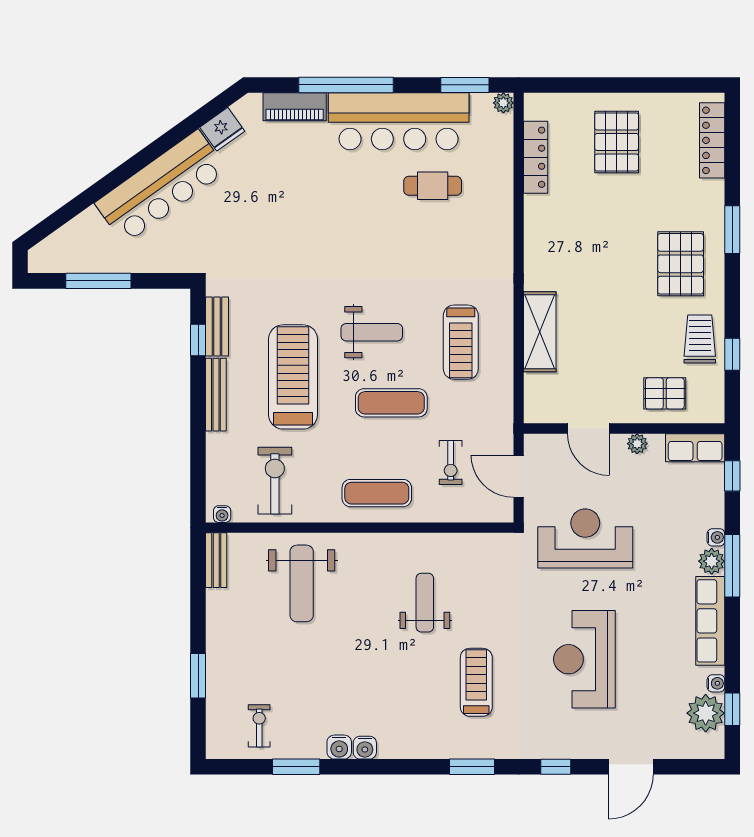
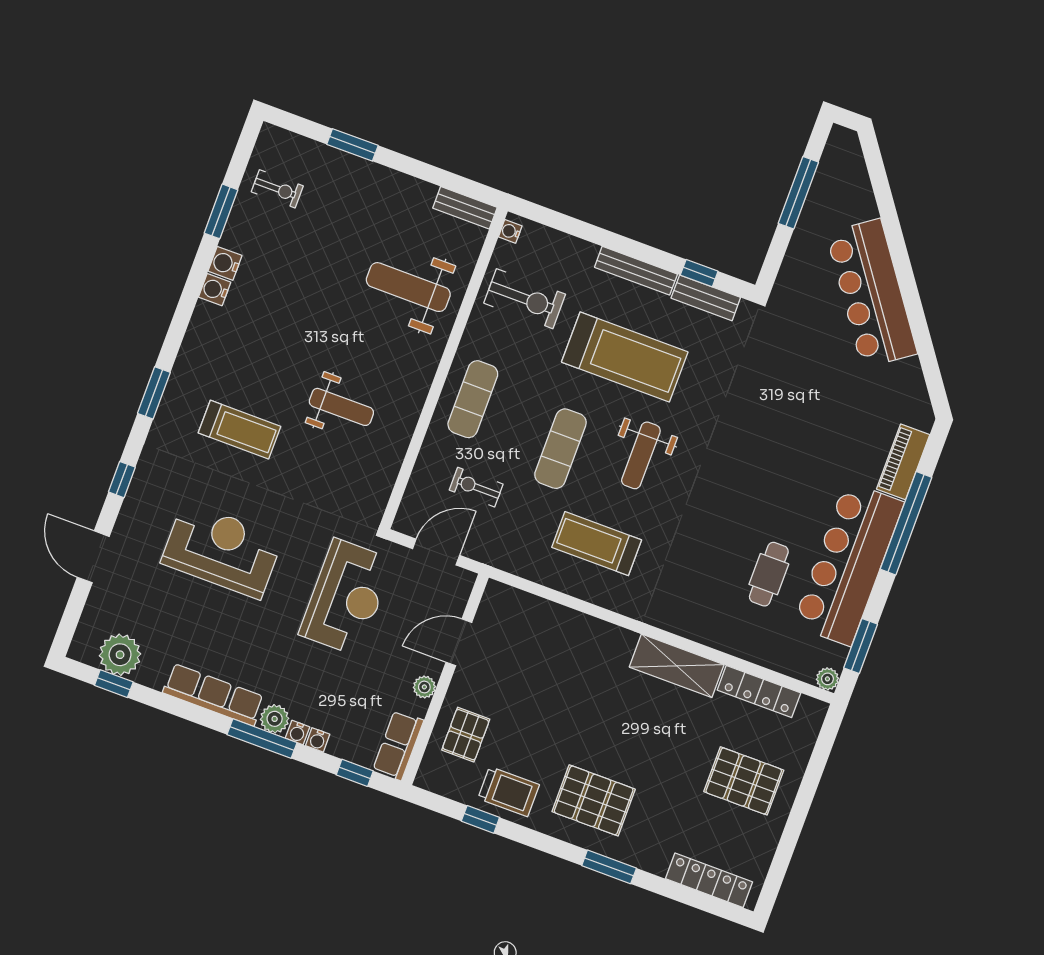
fridge: (222, 129) -> (908, 379), removed
shelving: (540, 332) -> (677, 666), moved
water cooler: (716, 683) -> (318, 740), moved

